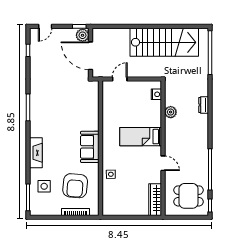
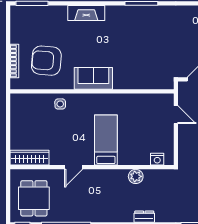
side table: (44, 186) -> (46, 23), removed

